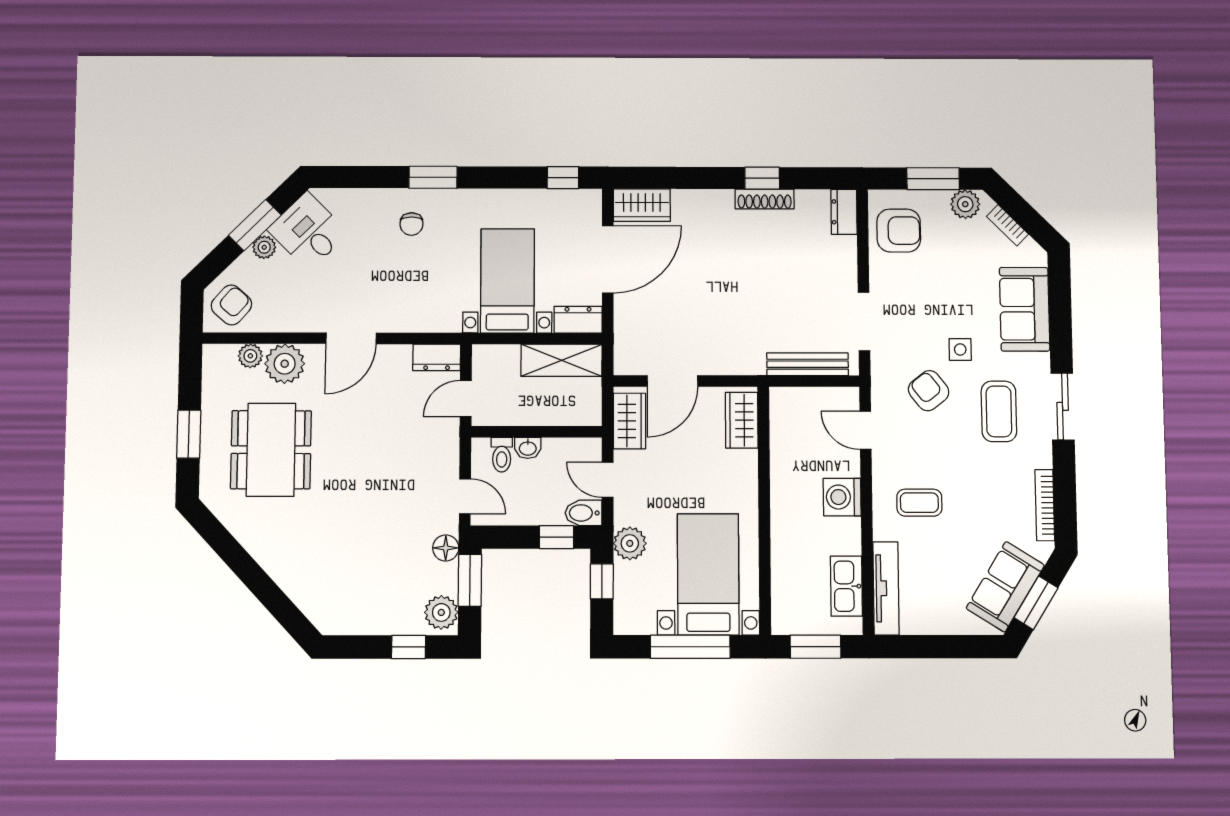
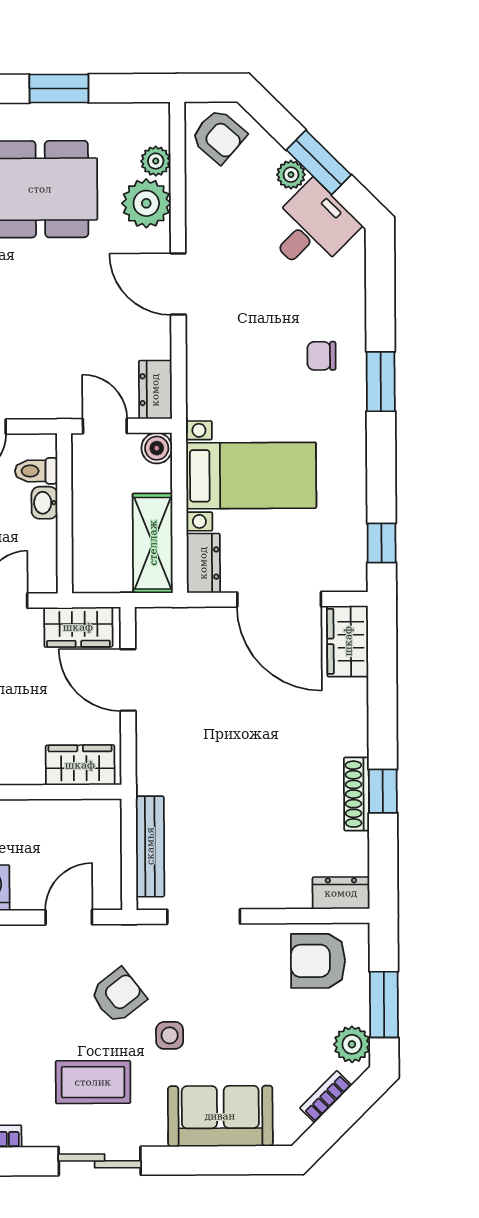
armchair: (899, 231) -> (318, 961), turned 90
boiler: (484, 357) -> (157, 448), added

